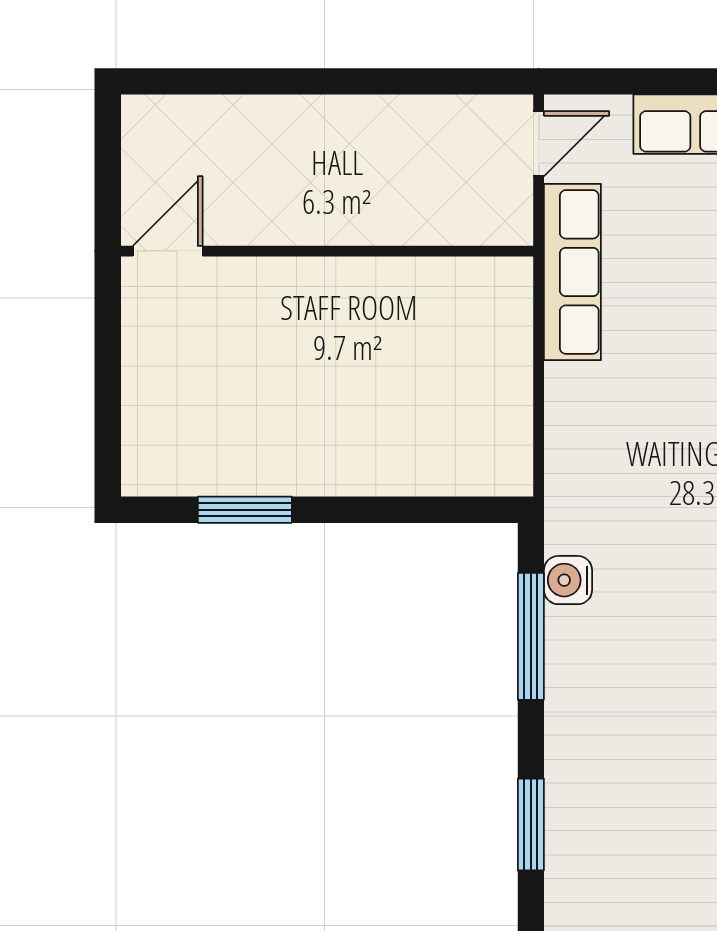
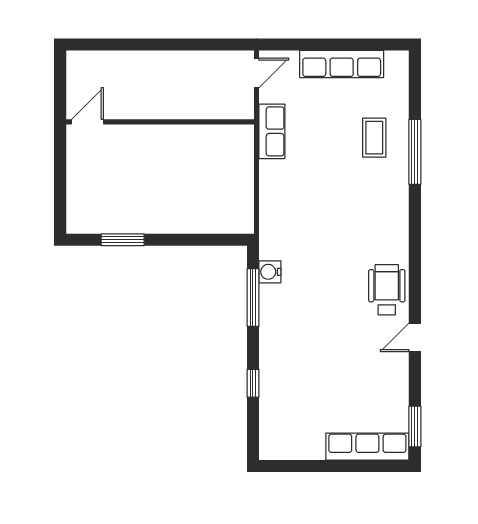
row of seats: (572, 272) -> (272, 131), width x0.68
window: (531, 825) -> (253, 383), width x0.67

